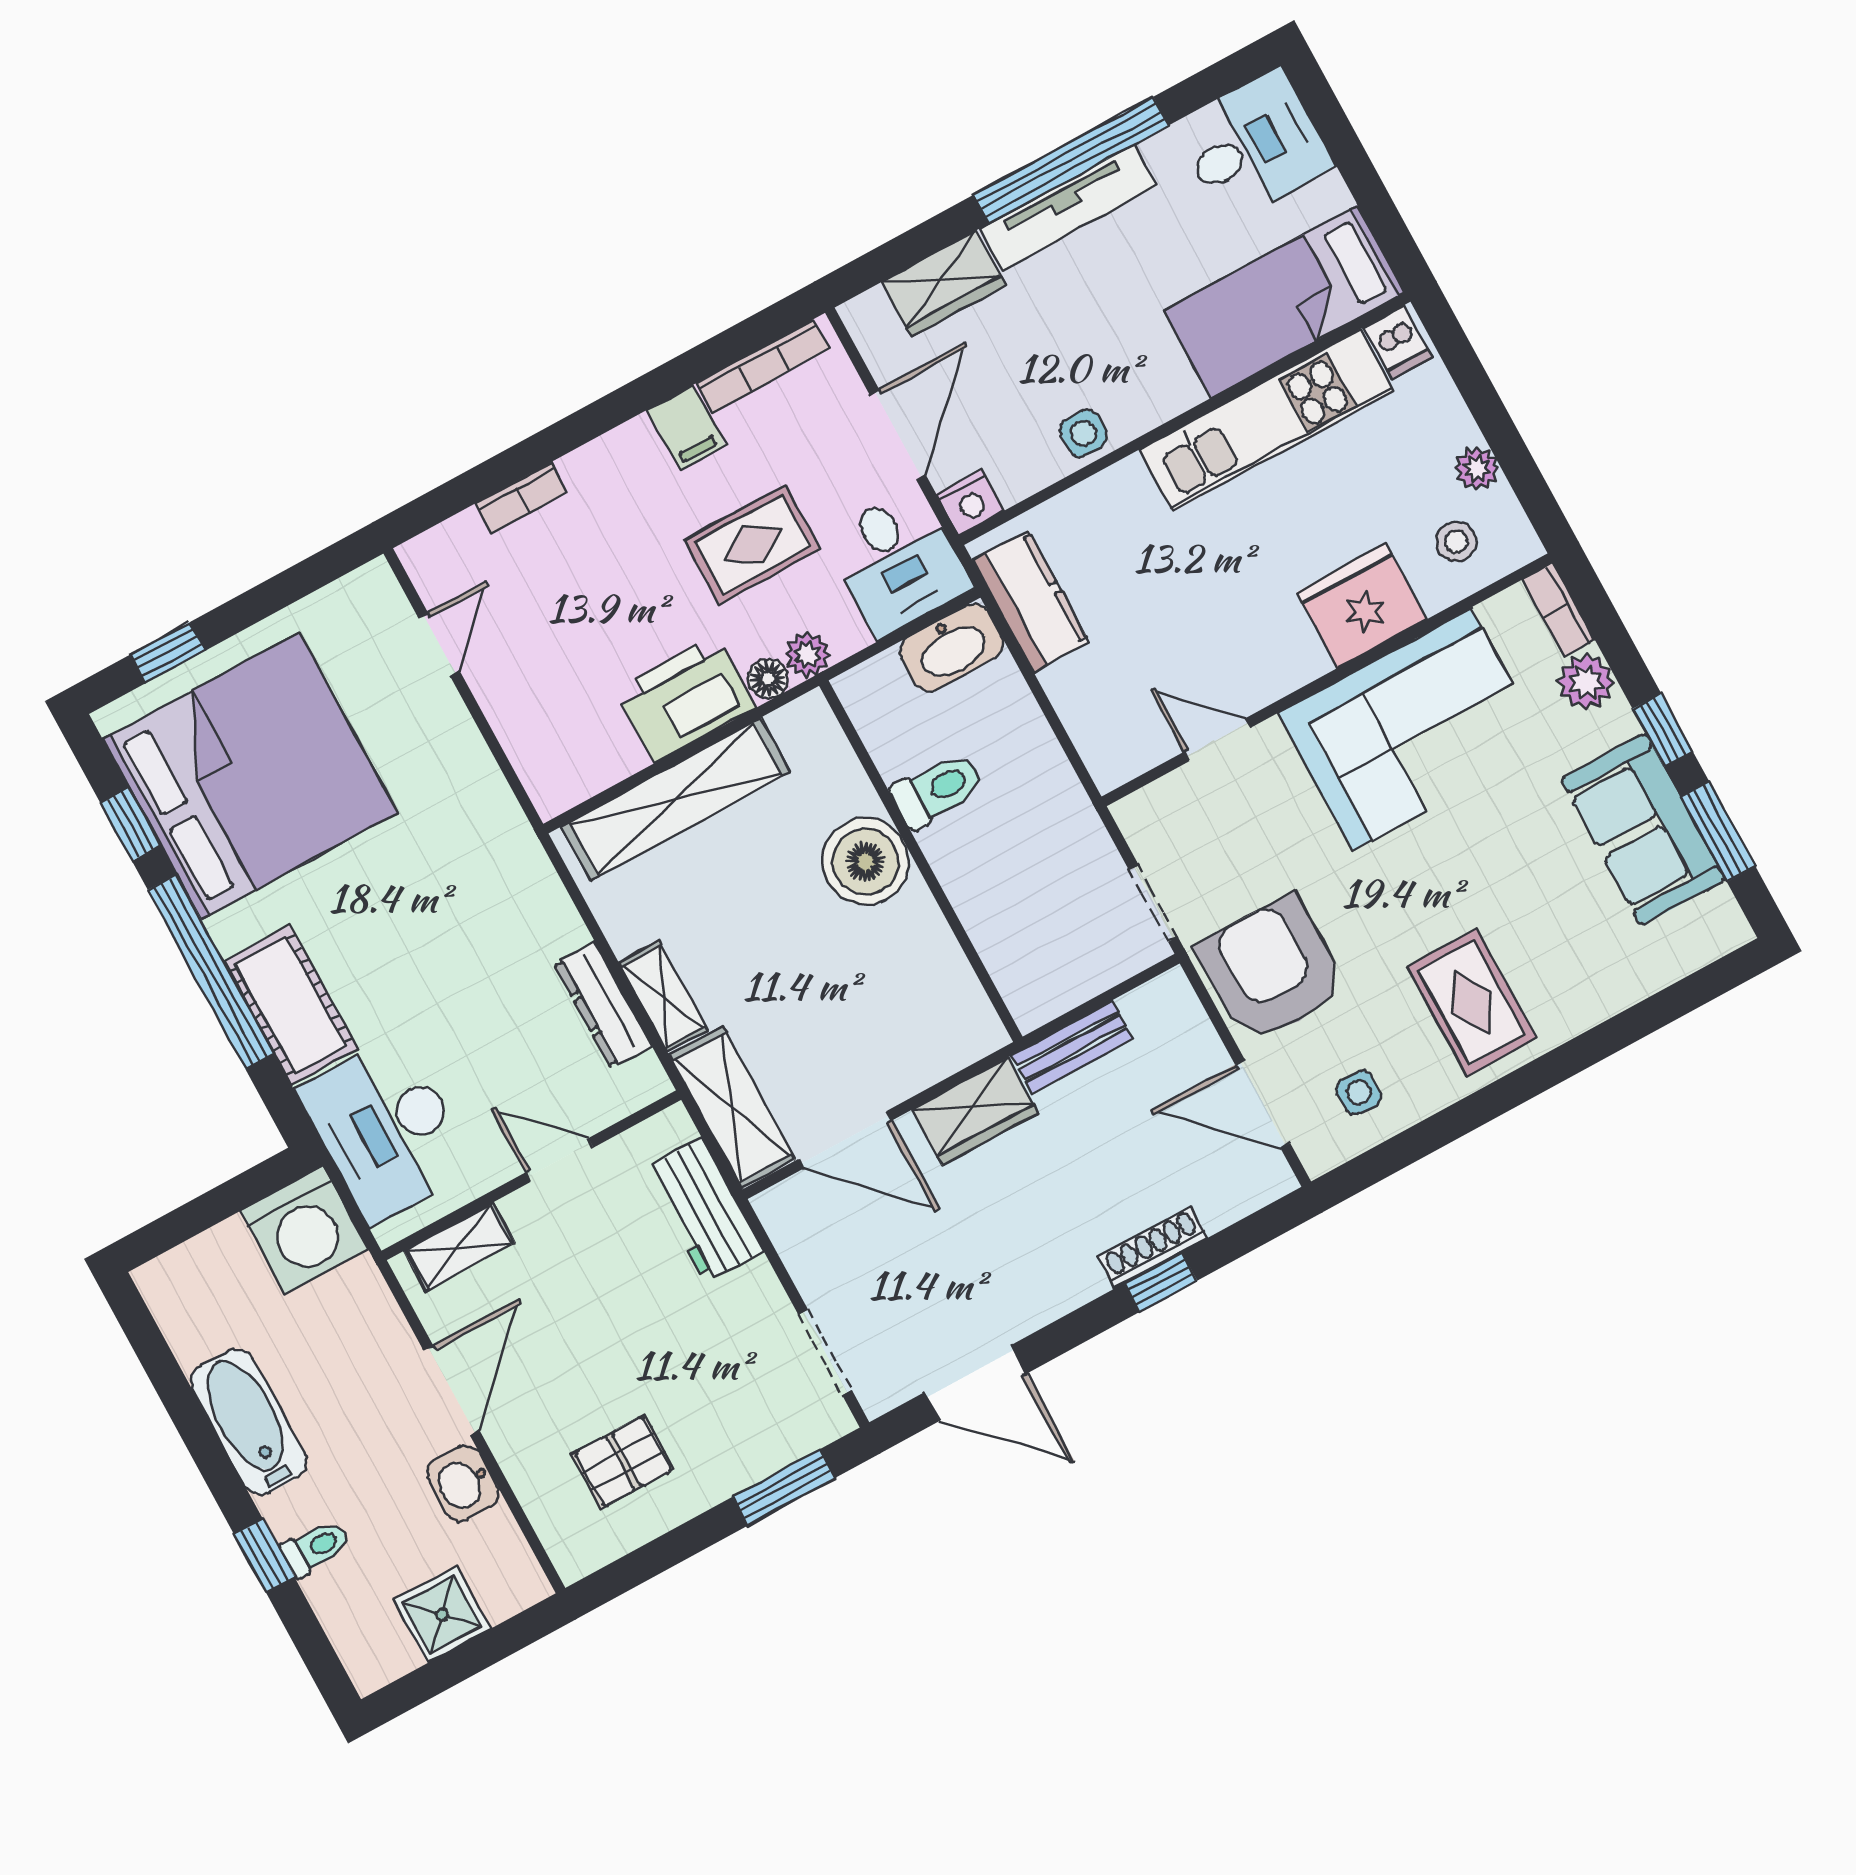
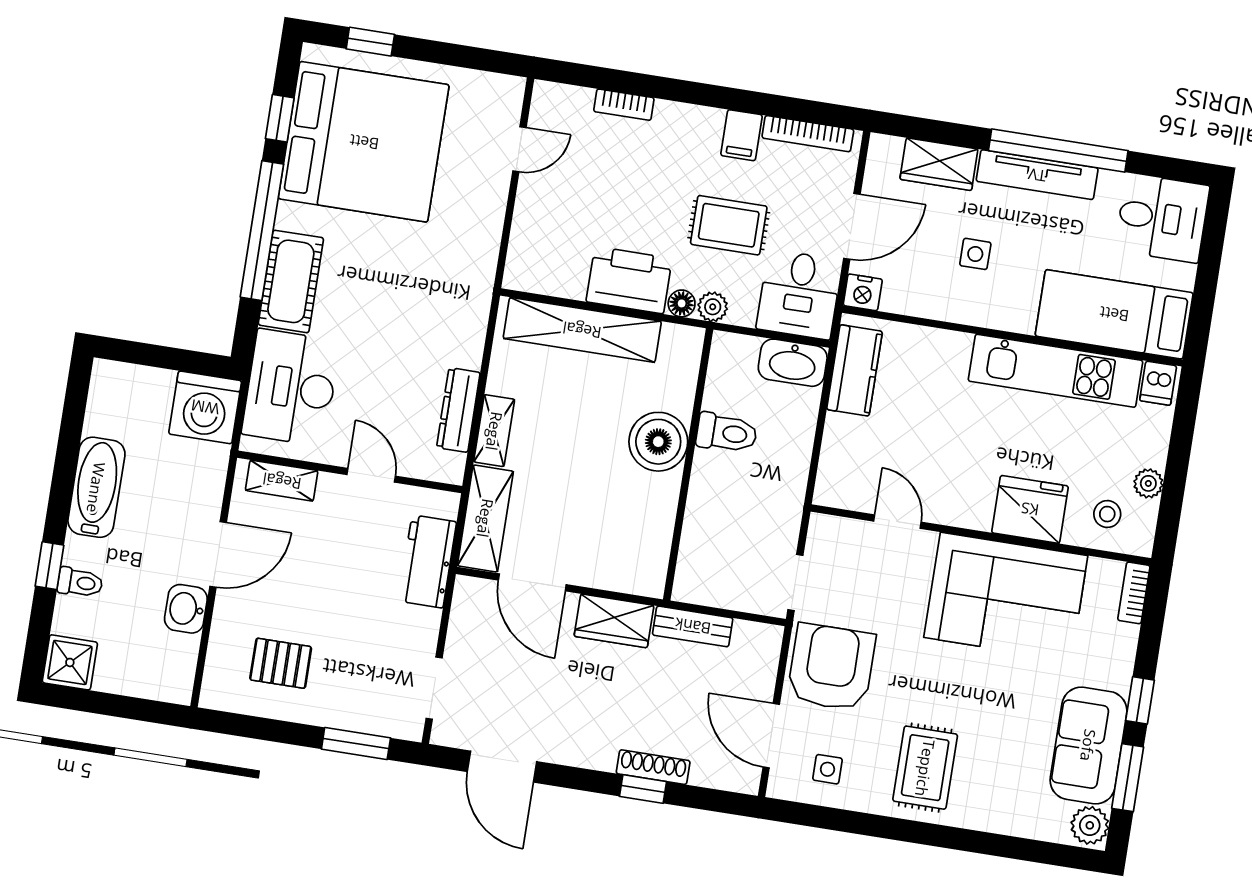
side table: (1084, 433) -> (975, 254), moved
plant: (1586, 682) -> (1090, 825), moved
shower: (442, 1614) -> (70, 662), moved

